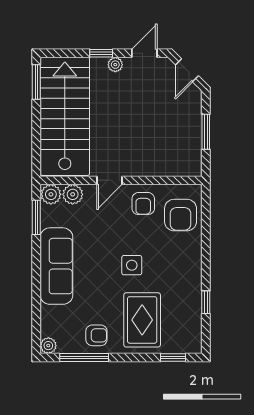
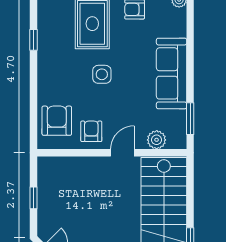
window: (206, 132) -> (33, 198), width x0.67
plant: (51, 194) -> (177, 140), removed

